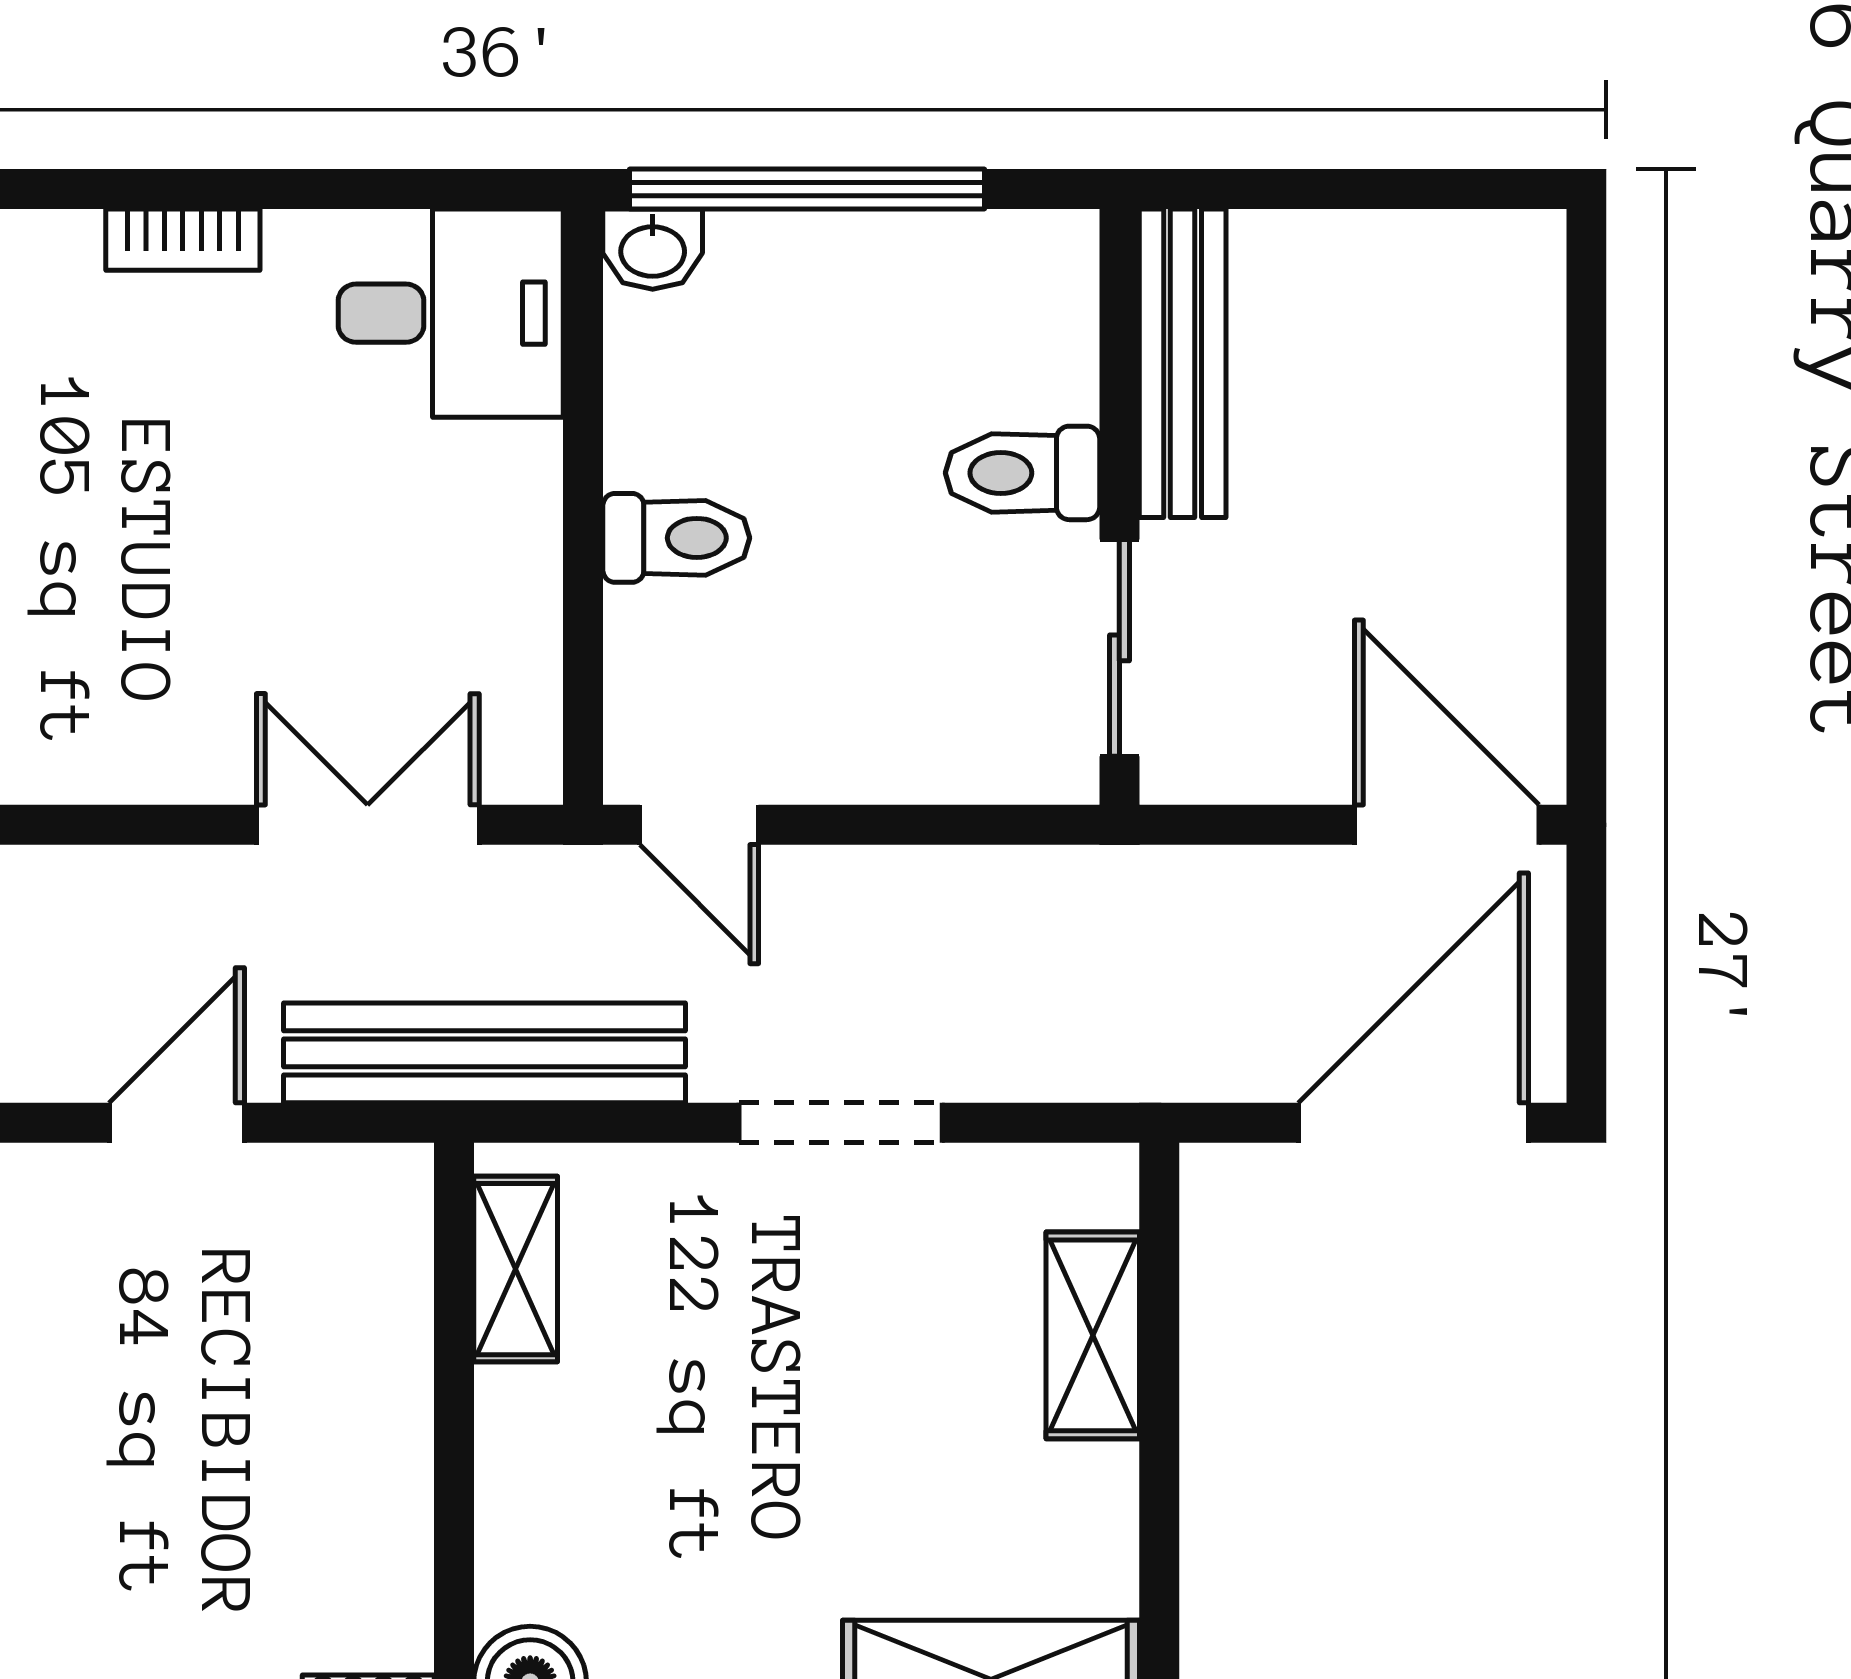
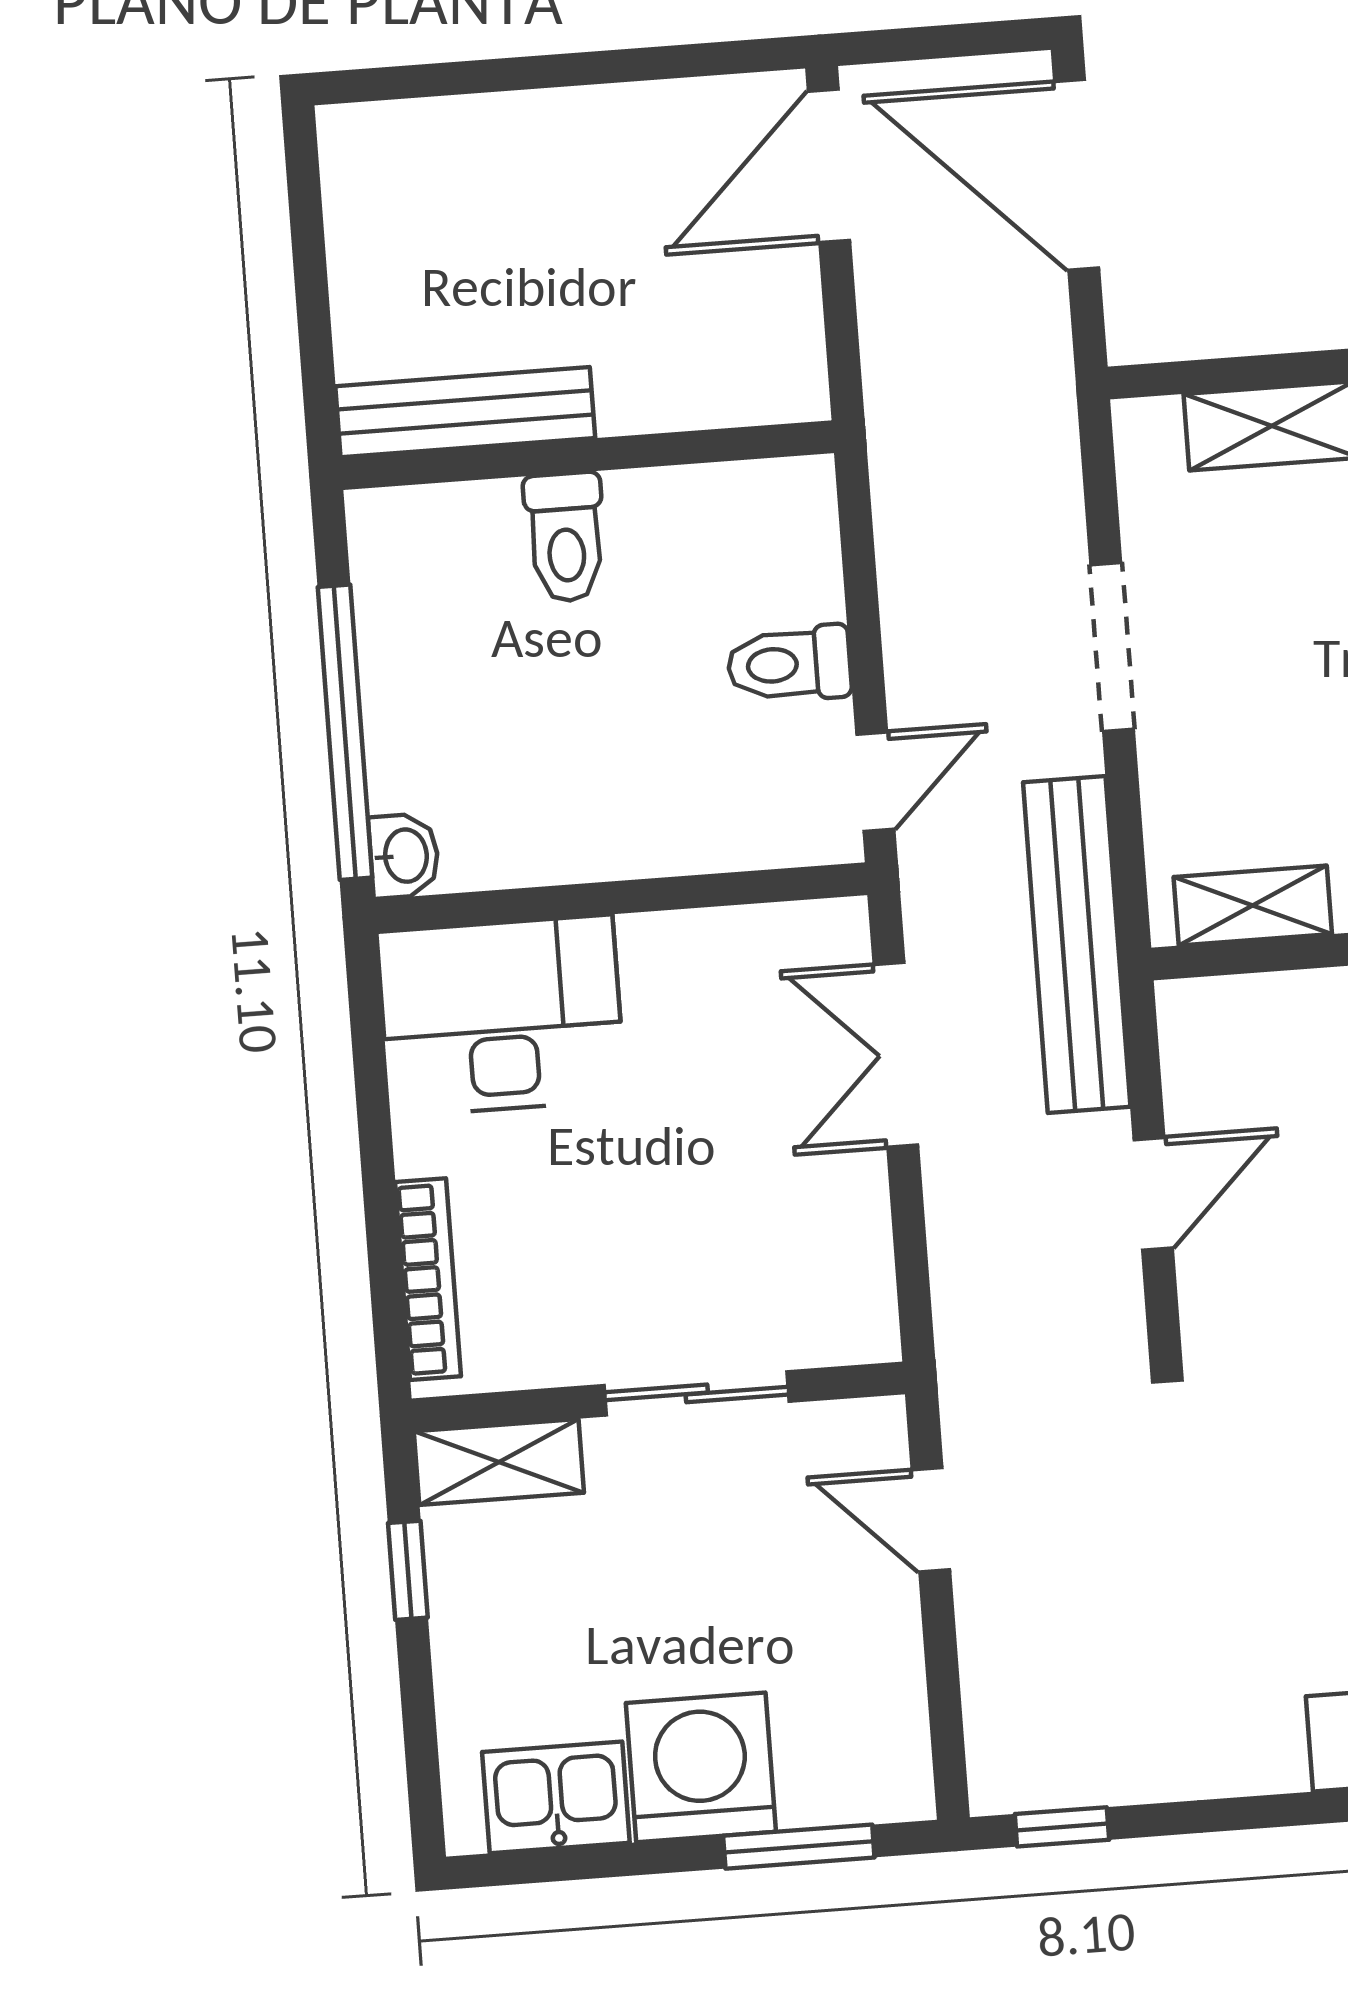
bookcase: (183, 240) -> (428, 1279), width x1.56
desk: (451, 313) -> (501, 1016), width x1.37
toilet: (676, 538) -> (789, 664), moved, turned -90
sliding door: (1119, 648) -> (704, 446), removed
door: (177, 1123) -> (1153, 1194), swing flipped

